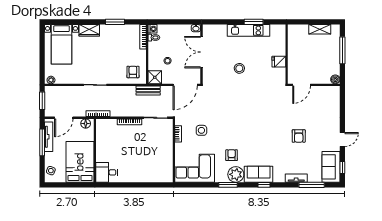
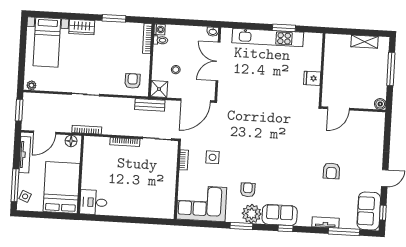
kitchen unit: (249, 30) -> (268, 37), width x1.36
stool: (239, 68) -> (263, 84), removed
window: (42, 142) -> (15, 185), moved

